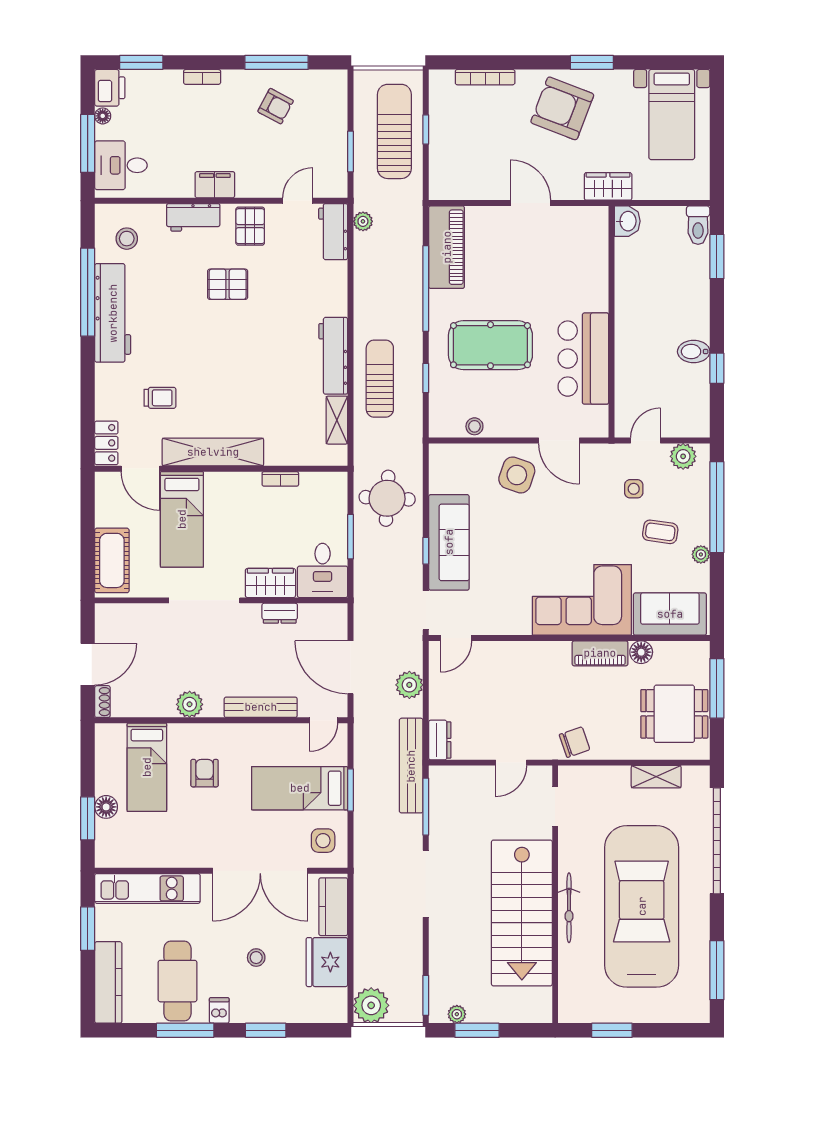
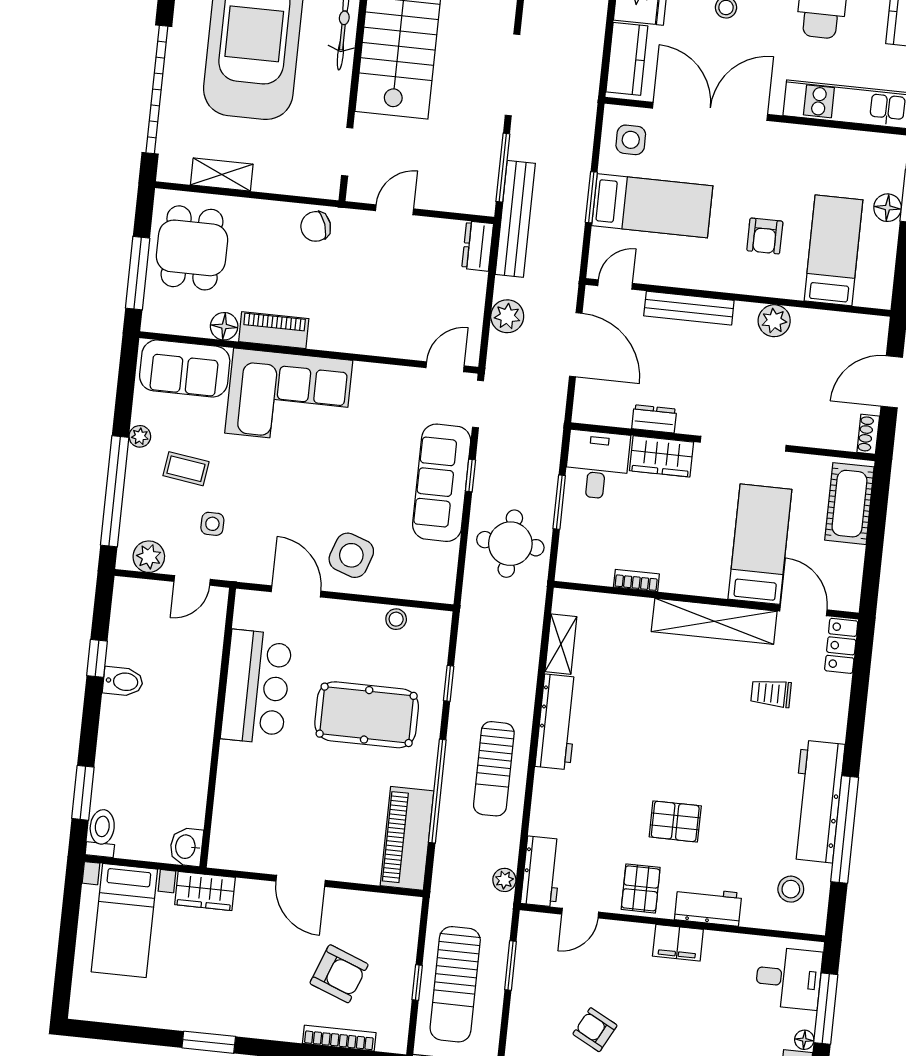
armchair: (562, 108) -> (339, 974), moved, width x0.73, depth x0.73
bed with nightstands: (672, 115) -> (124, 920), moved, turned 180
sun lounger: (380, 379) -> (494, 769), moved
shoe rack: (102, 702) -> (868, 434), moved
dining table: (674, 714) -> (192, 248), turned 90

